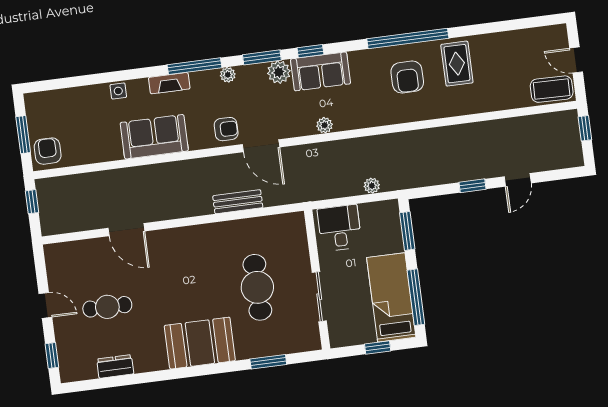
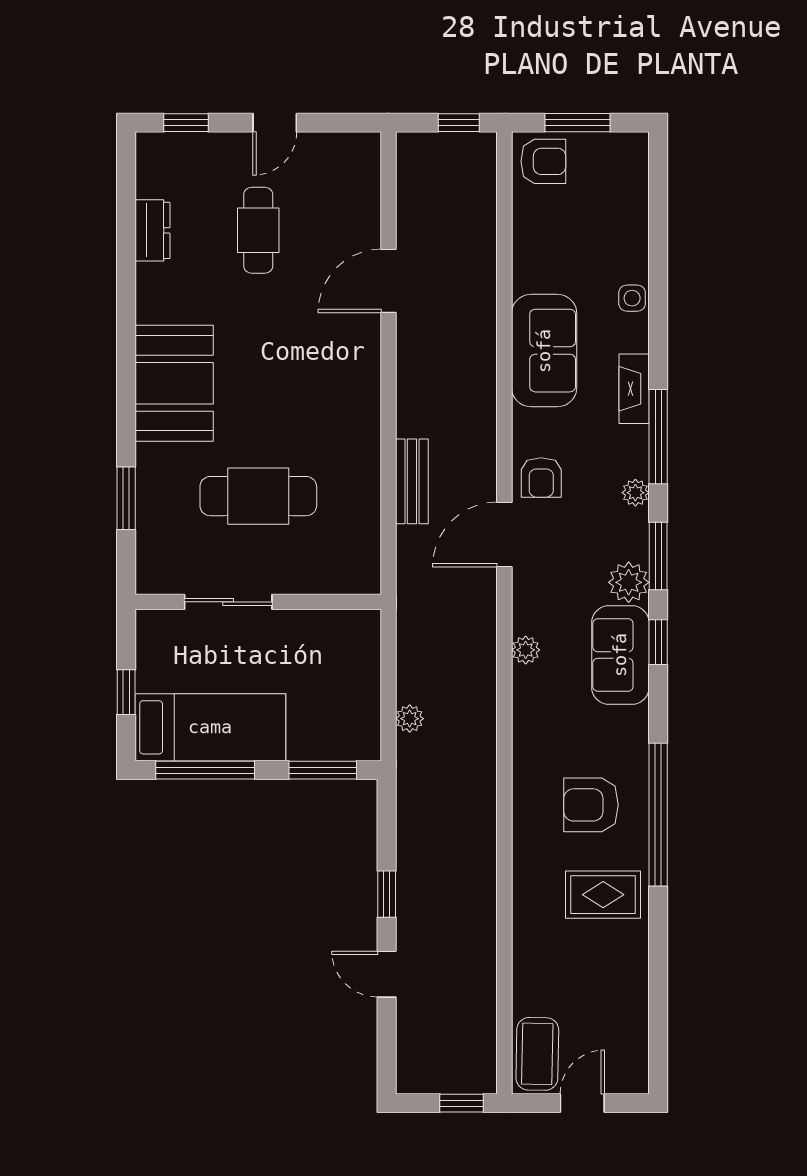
desk: (340, 228) -> (343, 653), removed

